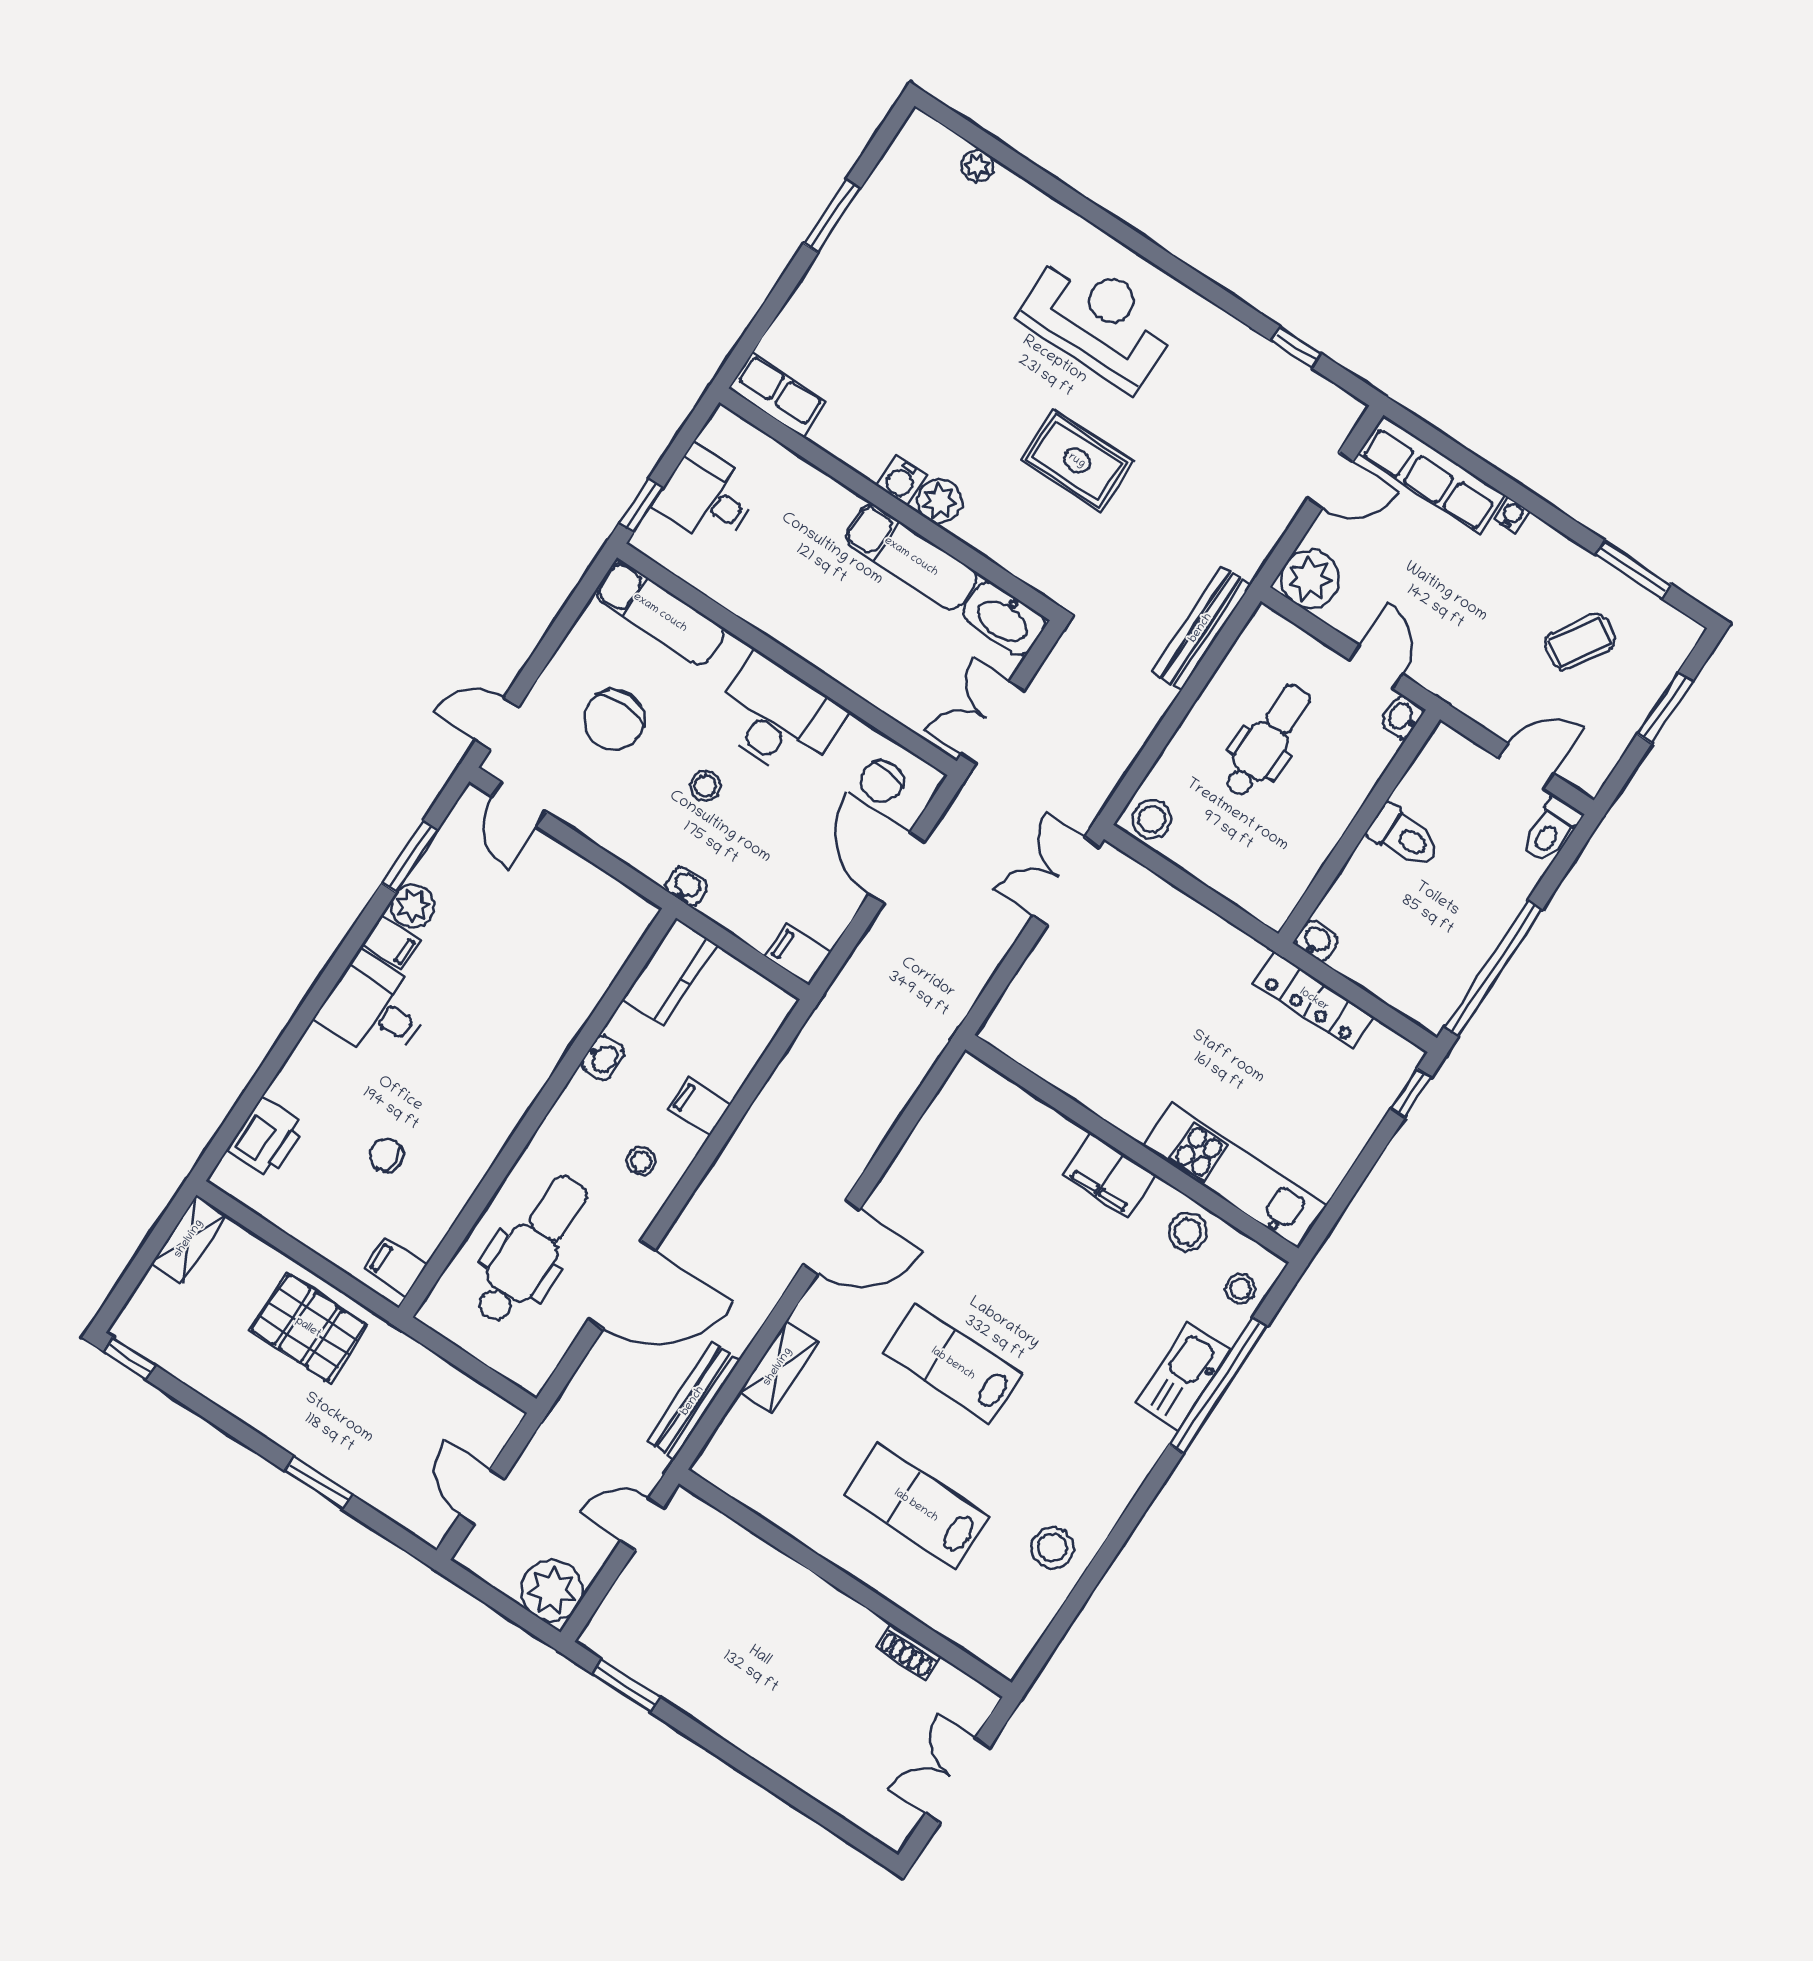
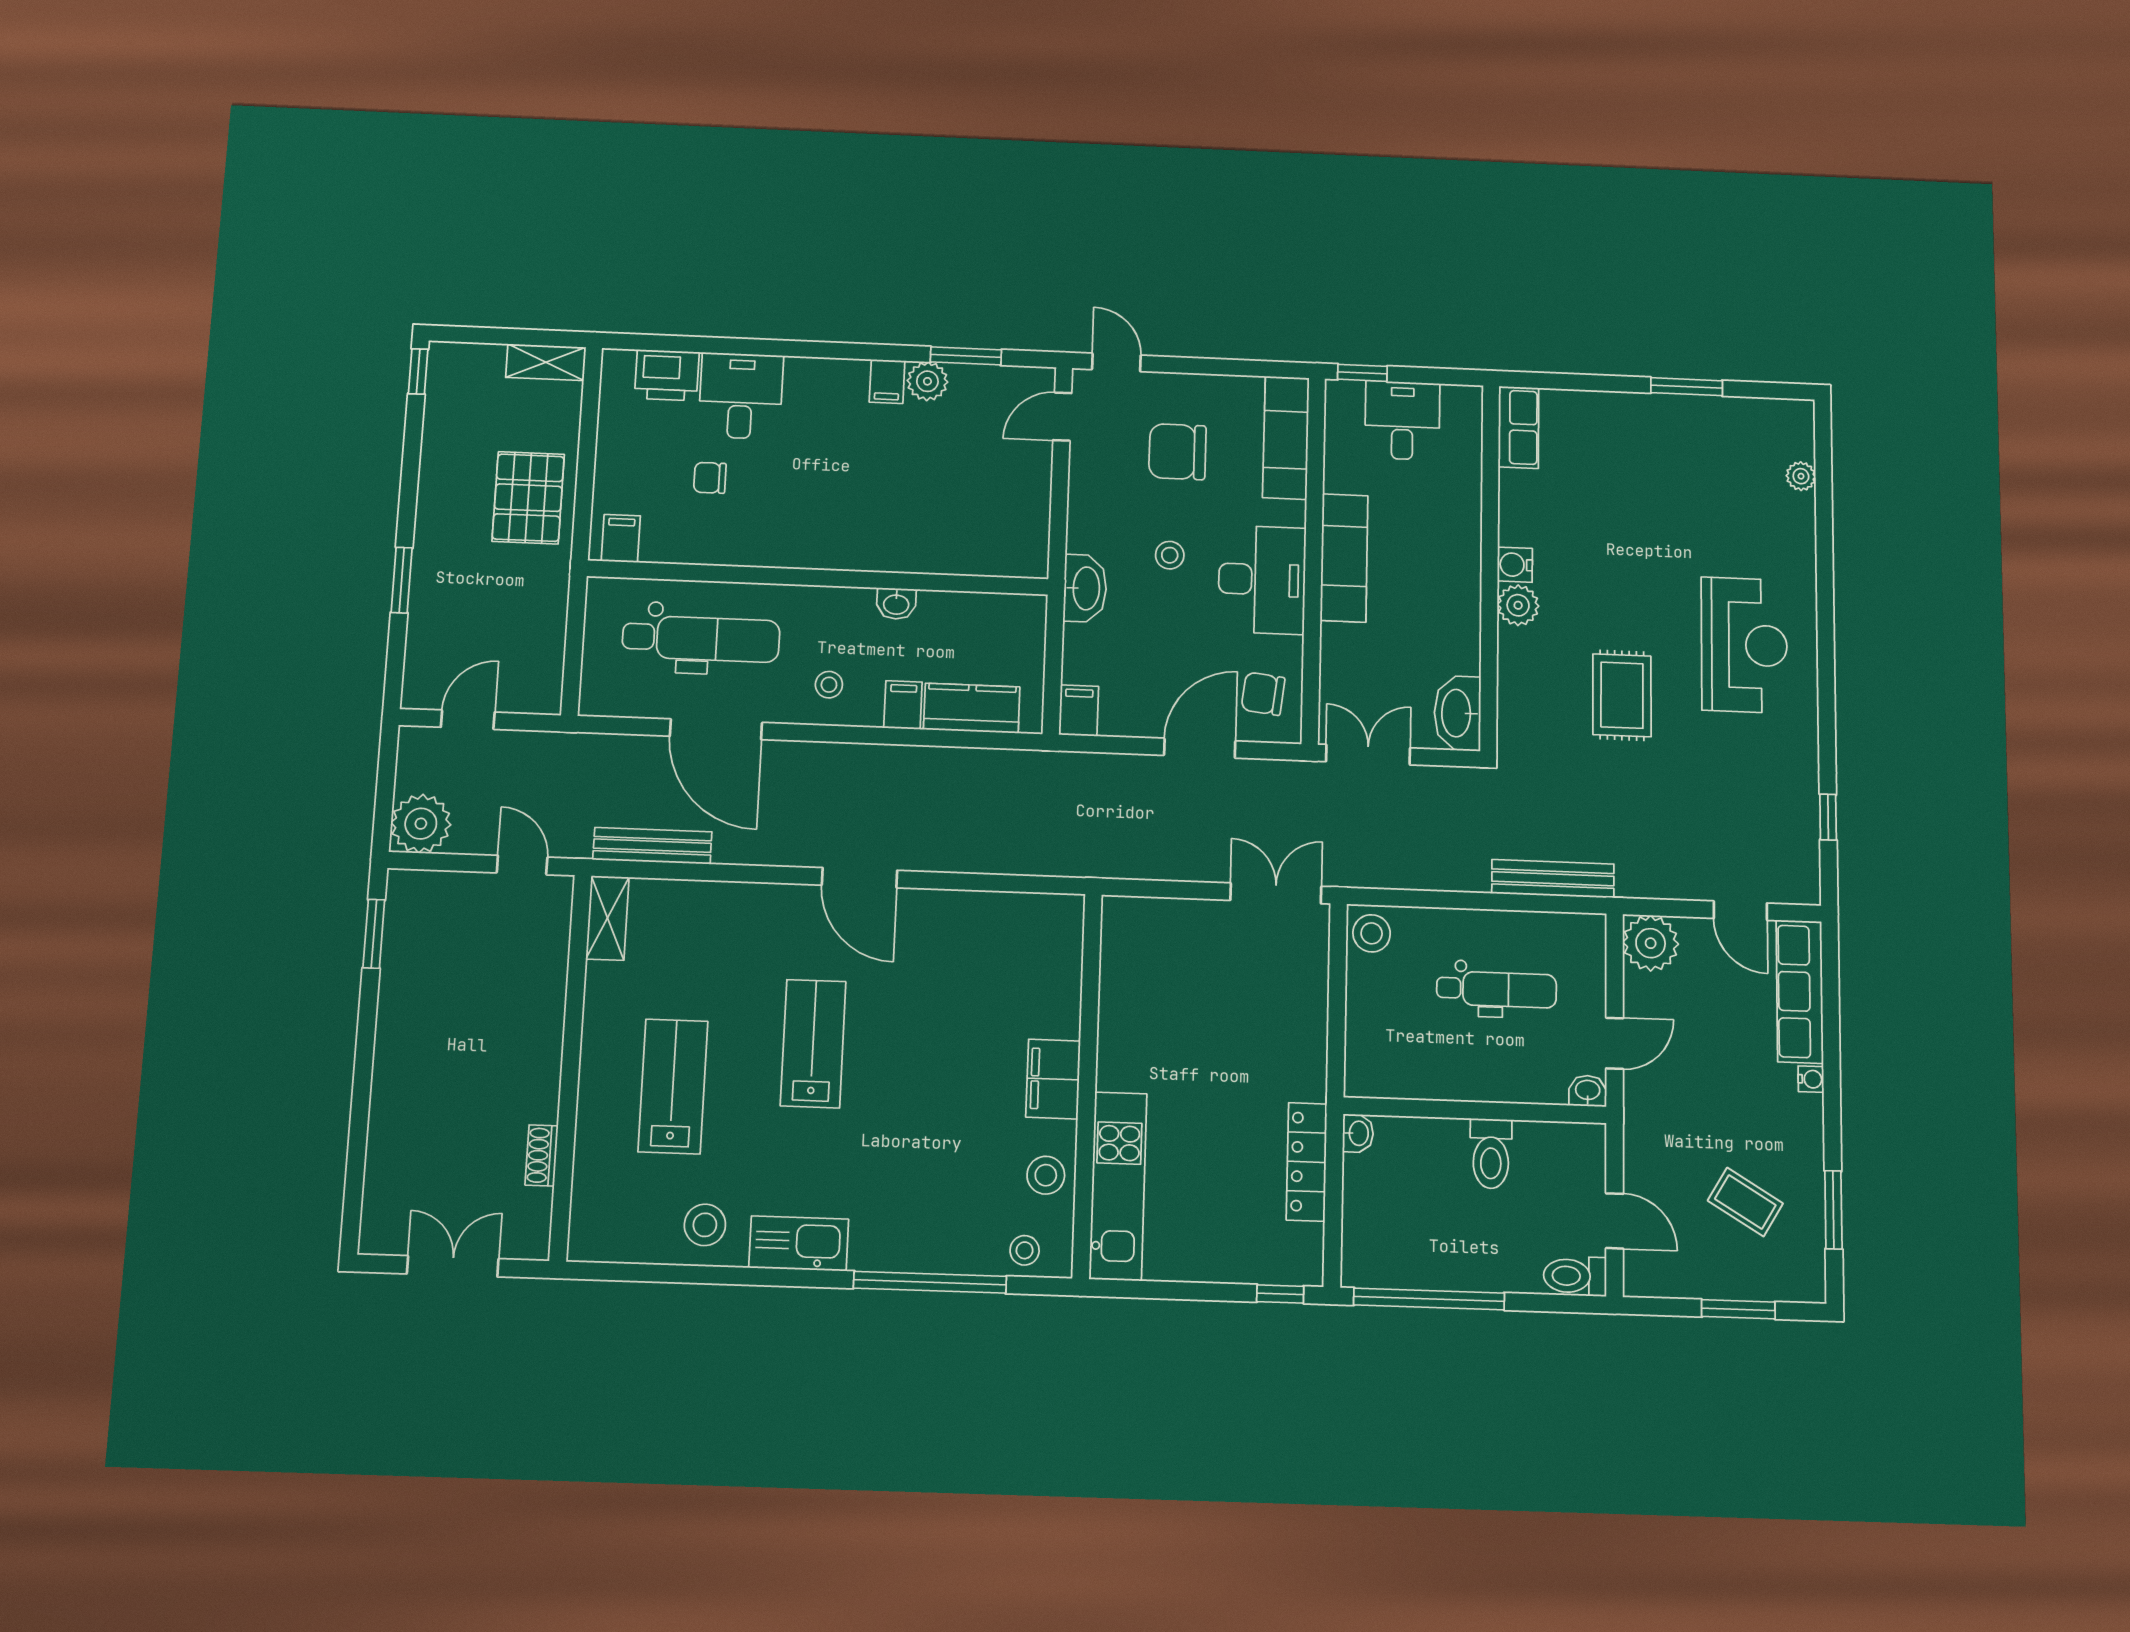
exam couch: (911, 557) -> (1344, 558), moved, turned 180
washbasin: (687, 887) -> (1085, 588), width x1.91, depth x1.45
kitchen counter: (669, 972) -> (972, 708), moved, turned 180
desk: (375, 1008) -> (741, 396), moved
chair: (386, 1155) -> (710, 478), turned -90
shelving: (778, 1367) -> (607, 918), moved, turned 90
kitchen sink: (1183, 1377) -> (799, 1243), moved

